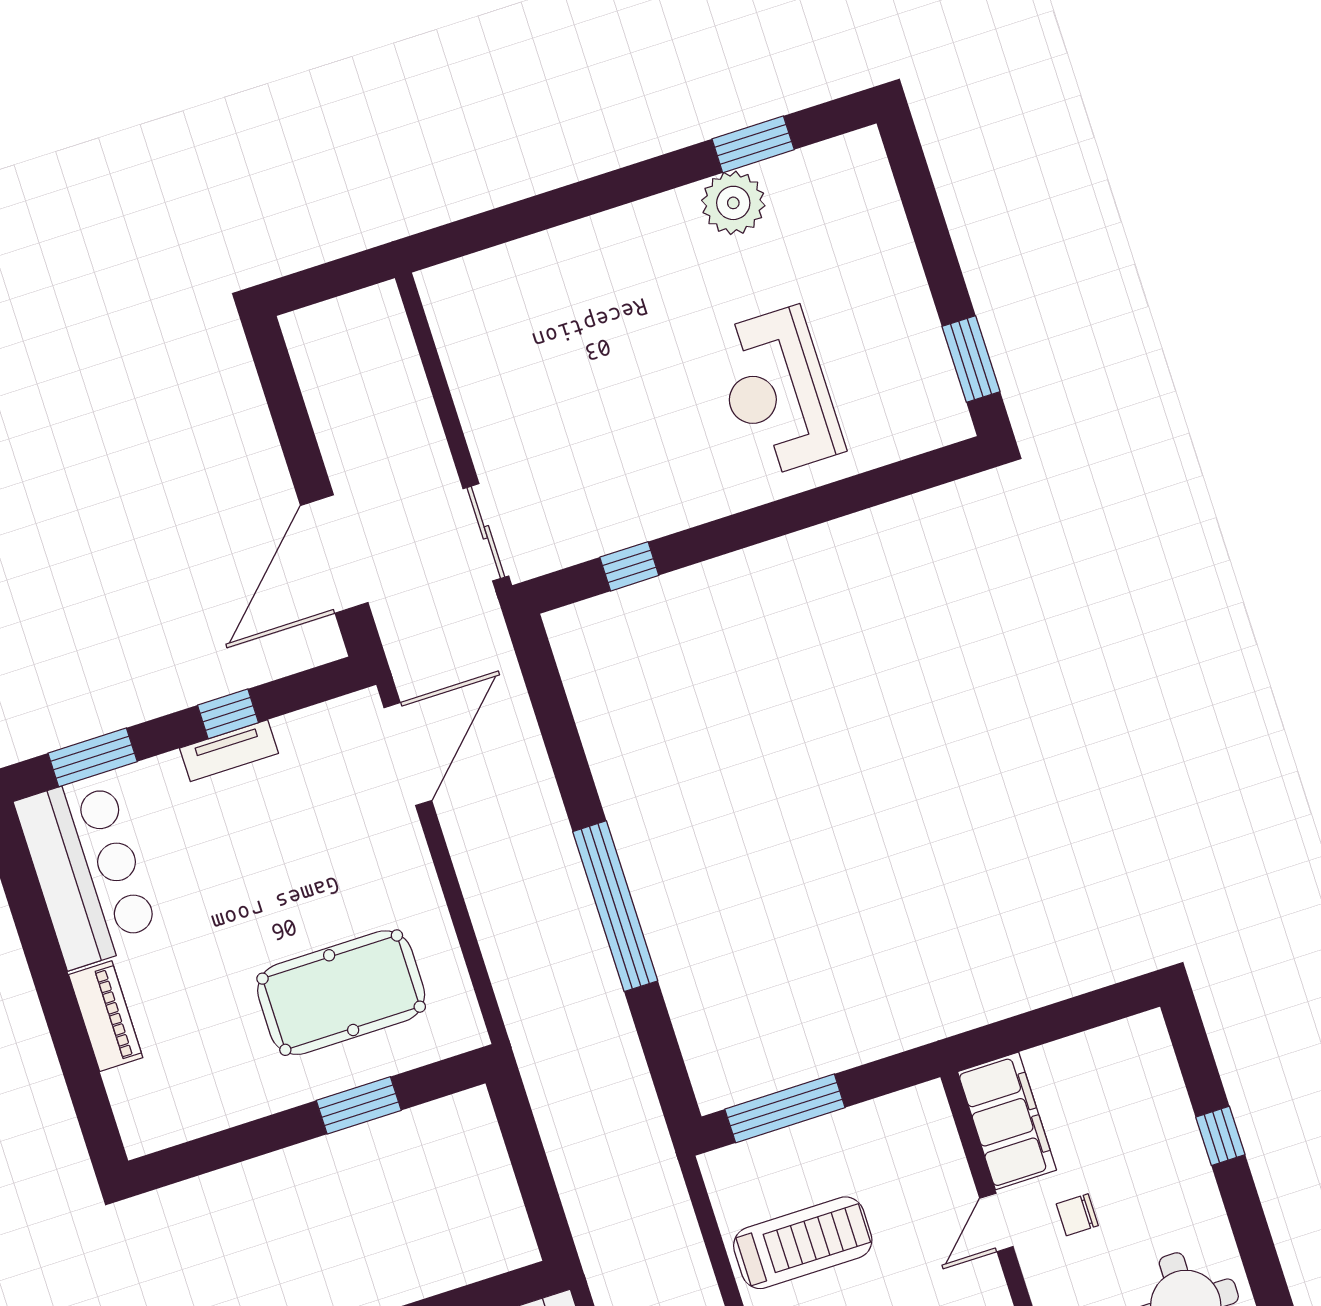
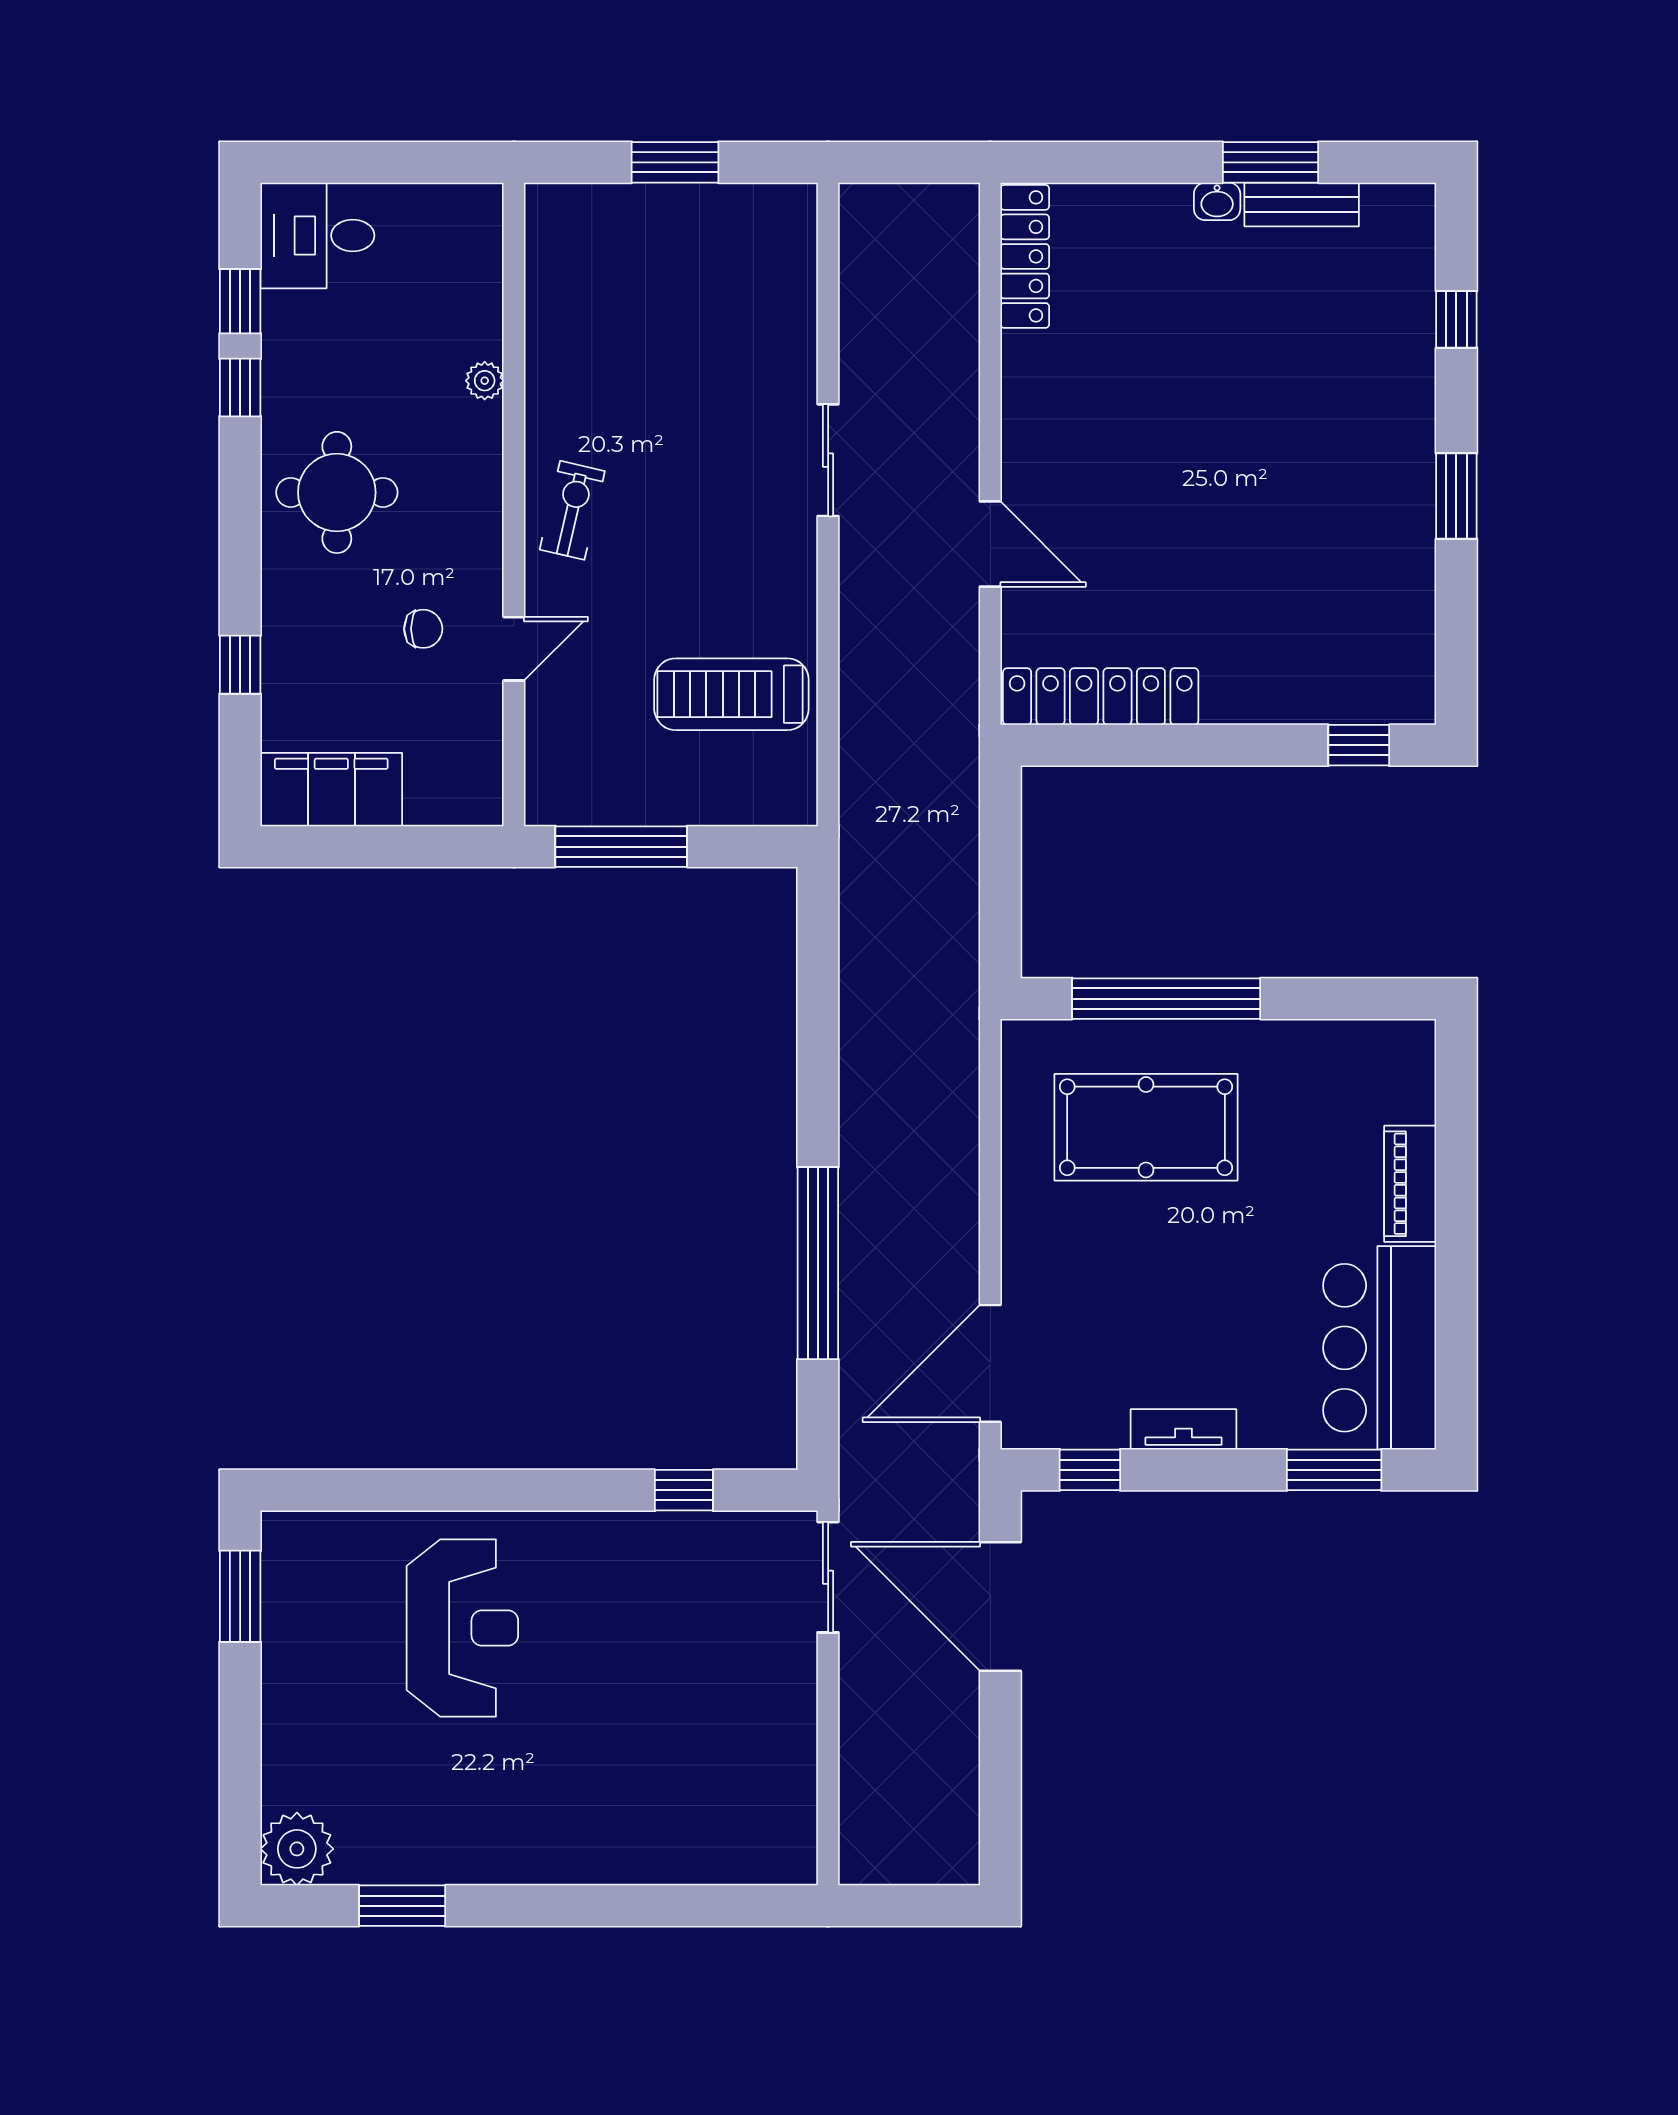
plant: (733, 203) -> (297, 1849), moved
door: (334, 554) -> (1000, 1607), swing flipped
window: (228, 714) -> (1090, 1470), moved
window: (615, 906) -> (818, 1263), moved
window: (359, 1105) -> (1166, 999), width x2.11
window: (785, 1108) -> (621, 847), moved
filing cabinet: (1007, 1121) -> (331, 790), moved, turned 90

